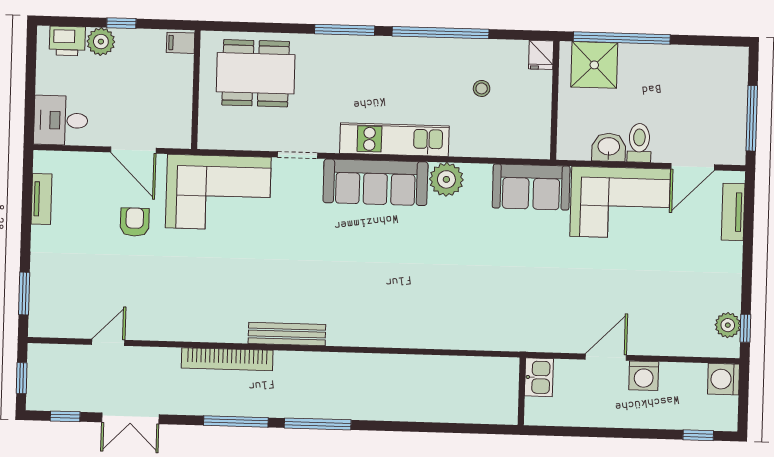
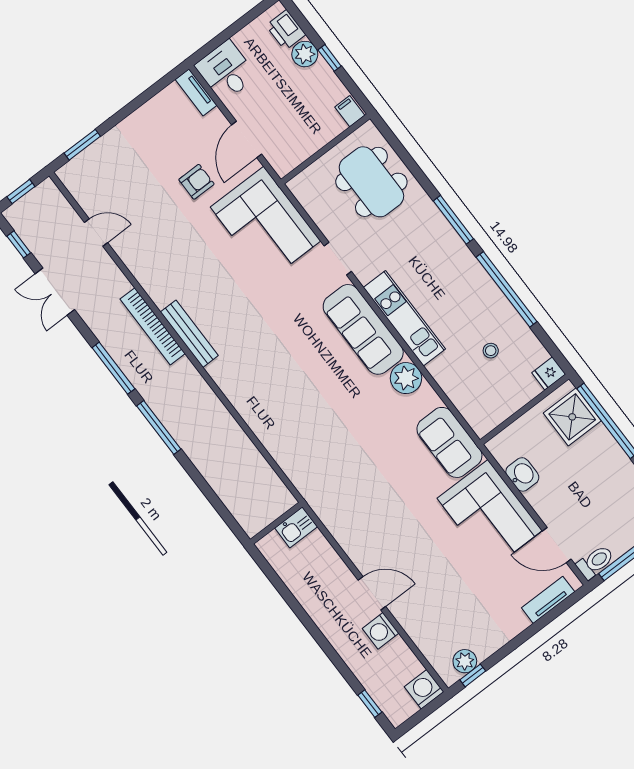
toilet: (639, 143) -> (595, 562), moved
tv unit: (42, 199) -> (196, 92), moved, turned 90
bench: (287, 334) -> (189, 334), moved
kitchen sink: (539, 377) -> (296, 527), moved
wall: (522, 391) -> (276, 523), moved

